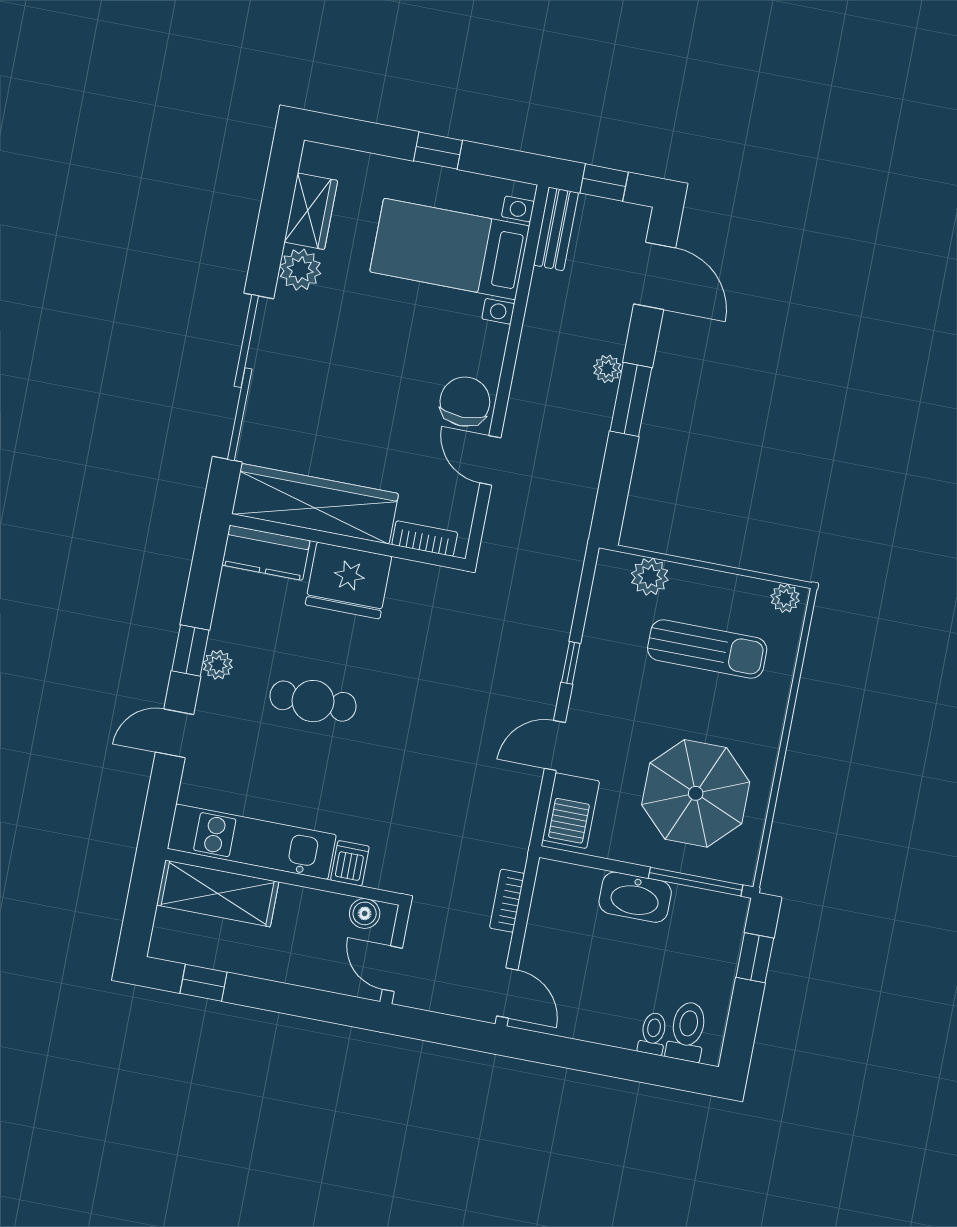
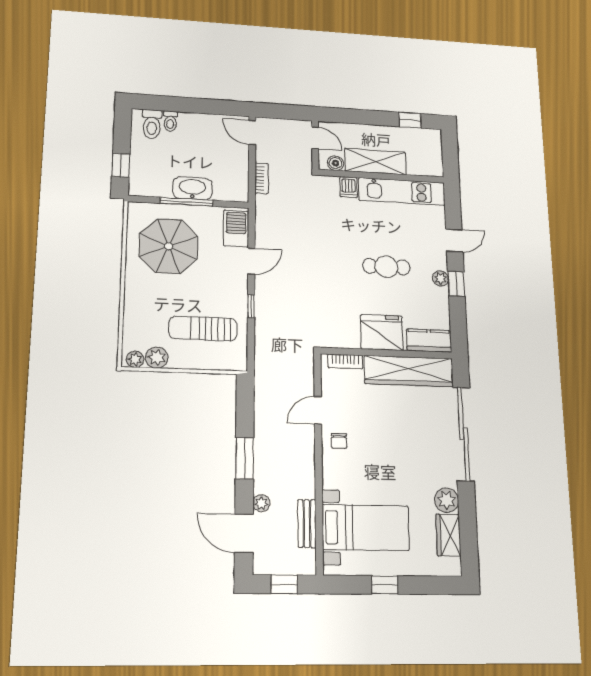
bench: (556, 229) -> (307, 524), moved
plant: (607, 369) -> (261, 503), moved
chair: (465, 402) -> (339, 441), width x0.54, depth x0.54
door: (490, 460) -> (318, 410), swing flipped
plant: (650, 577) -> (157, 358), moved
sun lounger: (707, 649) -> (203, 329), moved
window: (696, 882) -> (187, 202), moved
shelving: (218, 893) -> (375, 162), moved

